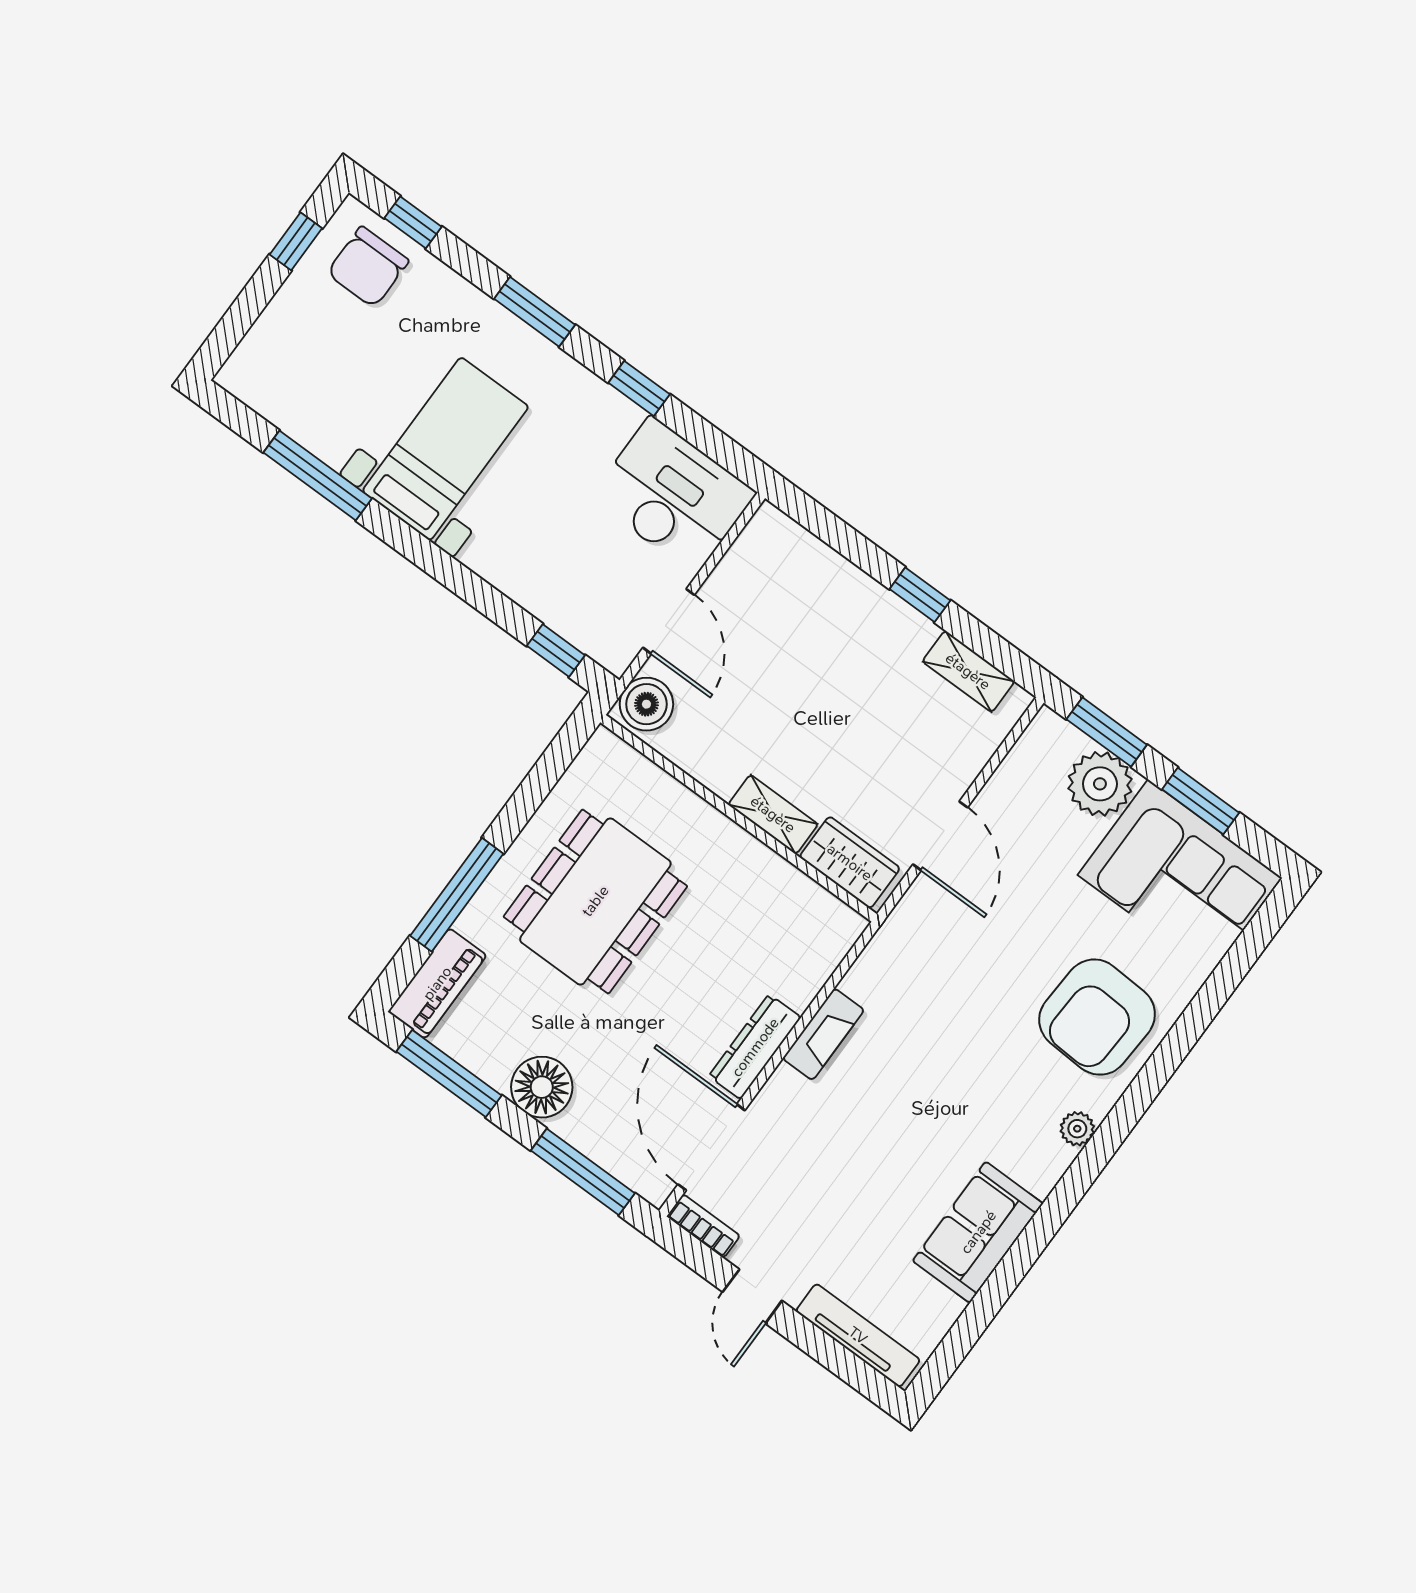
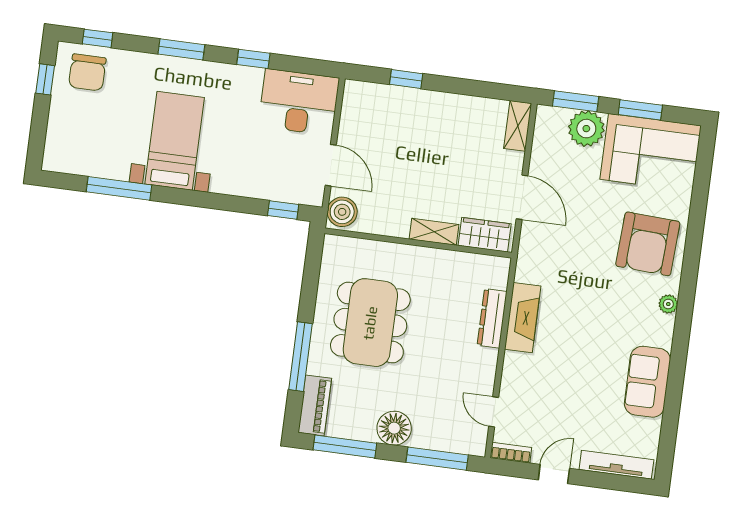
window: (920, 595) -> (406, 79), moved
shelving: (968, 671) -> (518, 126), moved, turned 90
fireplace: (823, 1034) -> (523, 318), width x1.37, depth x1.32
dresser: (755, 1047) -> (492, 318), moved
door: (711, 1147) -> (494, 412), width x0.53
door: (752, 1296) -> (554, 474), swing flipped

